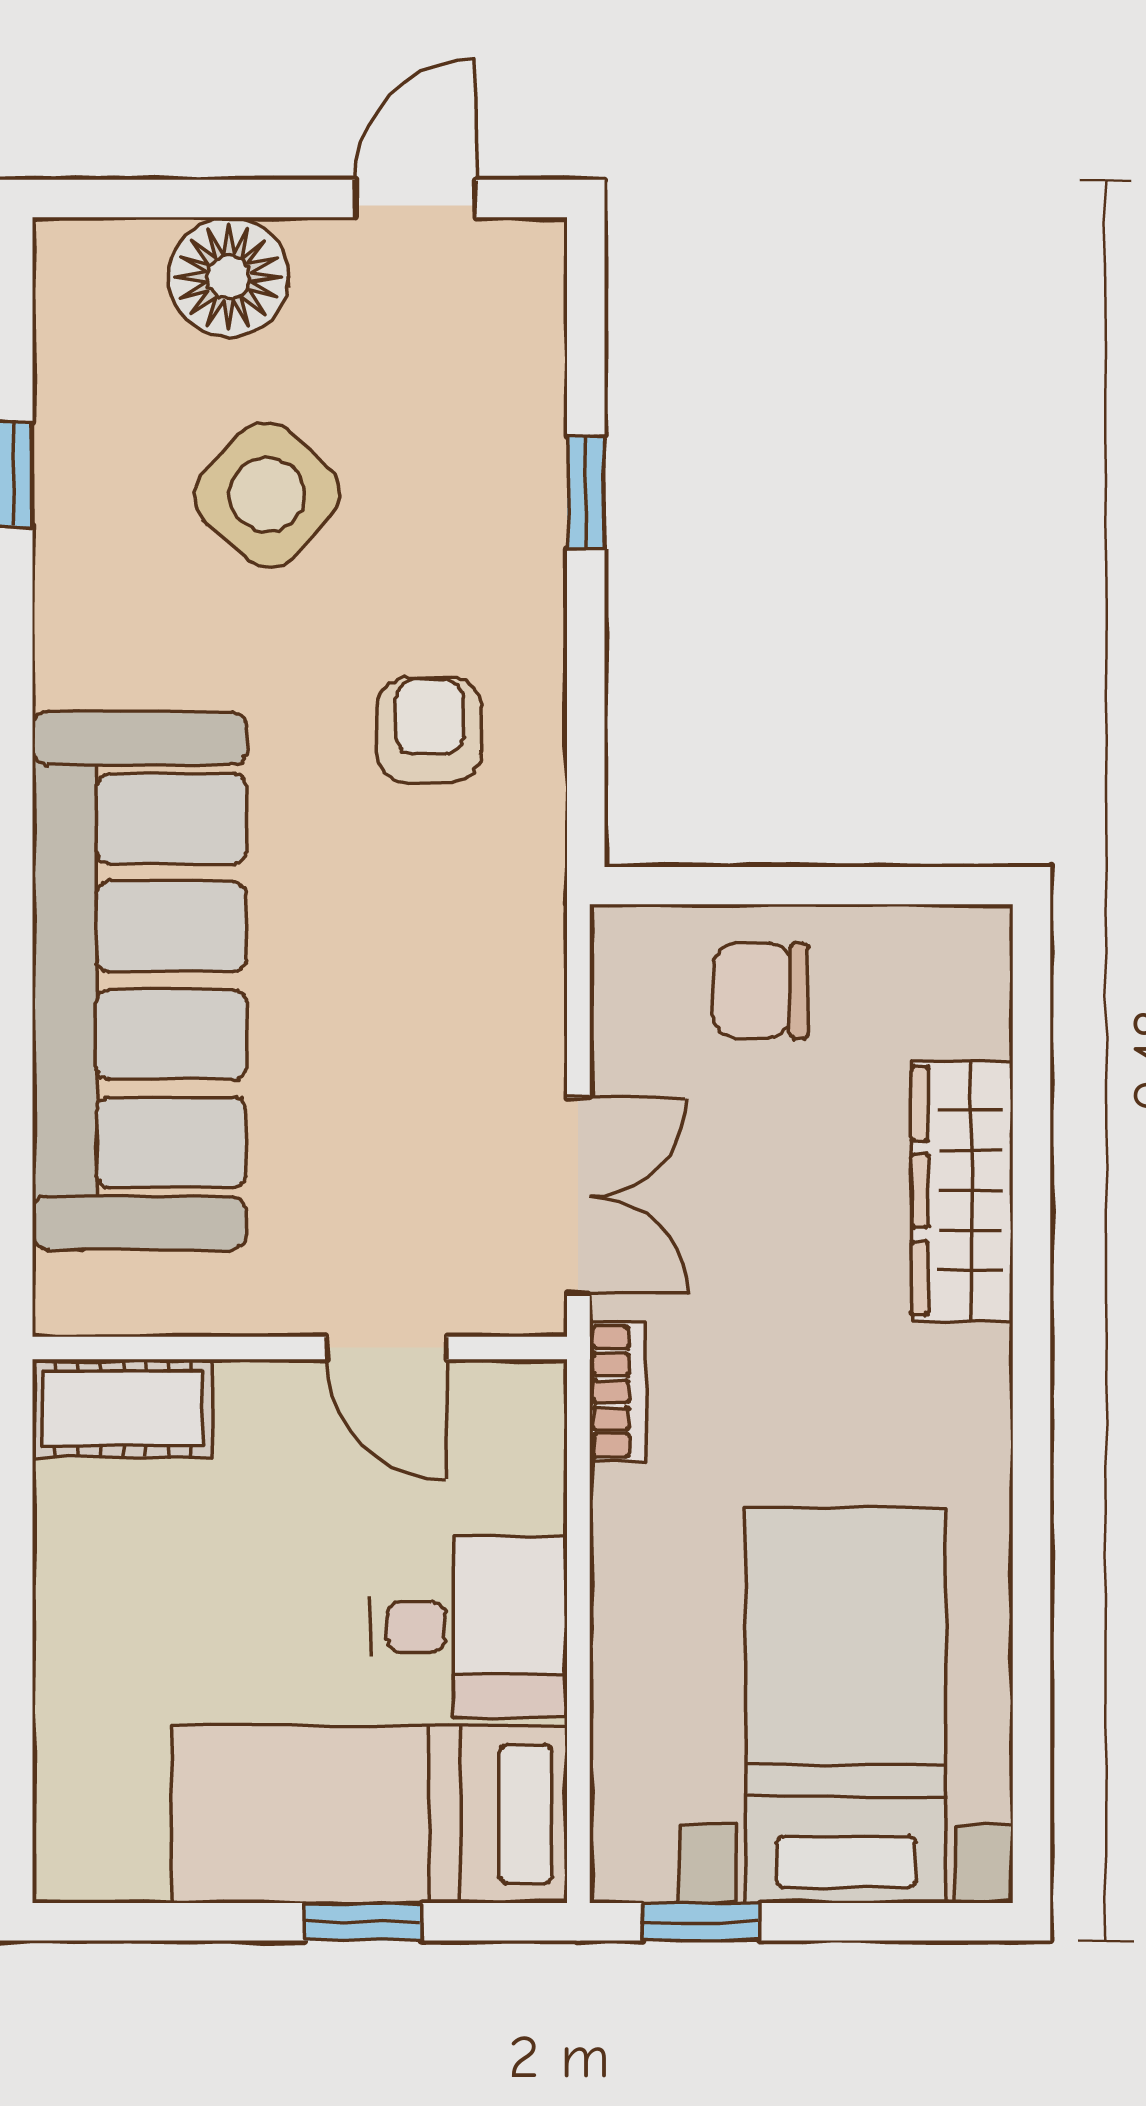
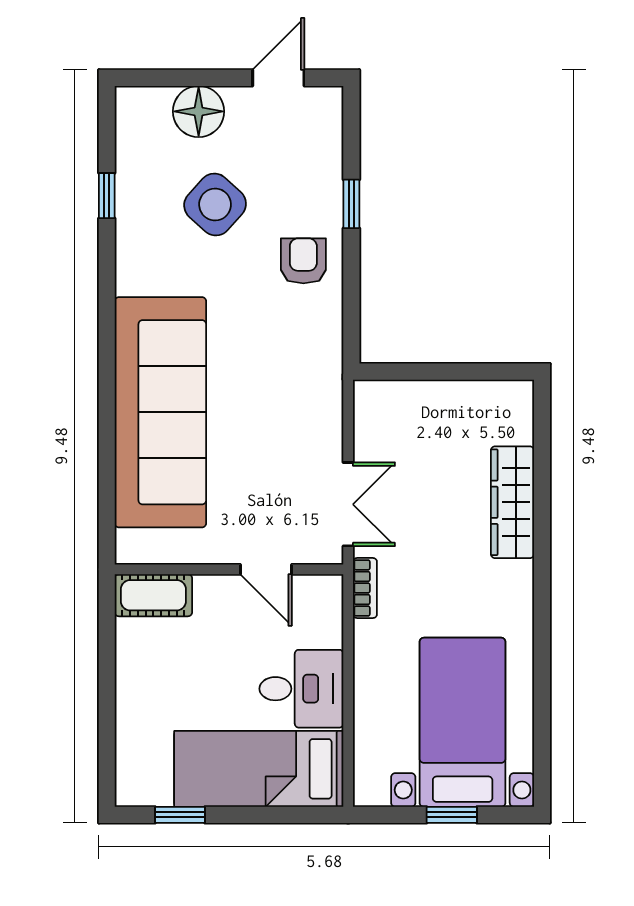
armchair: (430, 730) -> (303, 261), moved
chair: (761, 991) -> (426, 417), removed
window: (363, 1922) -> (180, 815), moved
window: (701, 1922) -> (452, 815), moved

